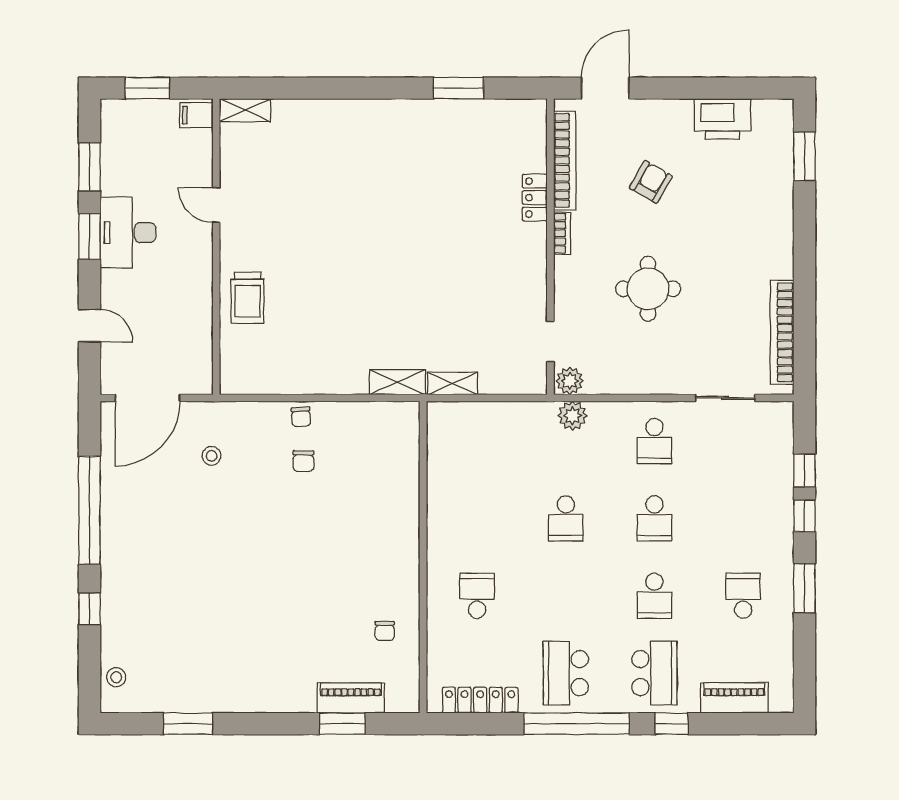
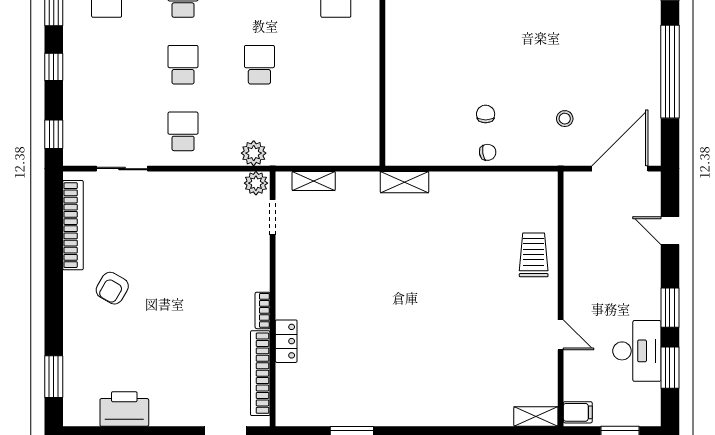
armchair: (651, 182) -> (112, 288), moved
desk: (128, 233) -> (637, 351), moved
round table: (648, 289) -> (189, 263), removed
shelving: (452, 384) -> (314, 181), moved
chair: (301, 417) -> (488, 152), turned 84
window: (805, 471) -> (54, 134), moved

